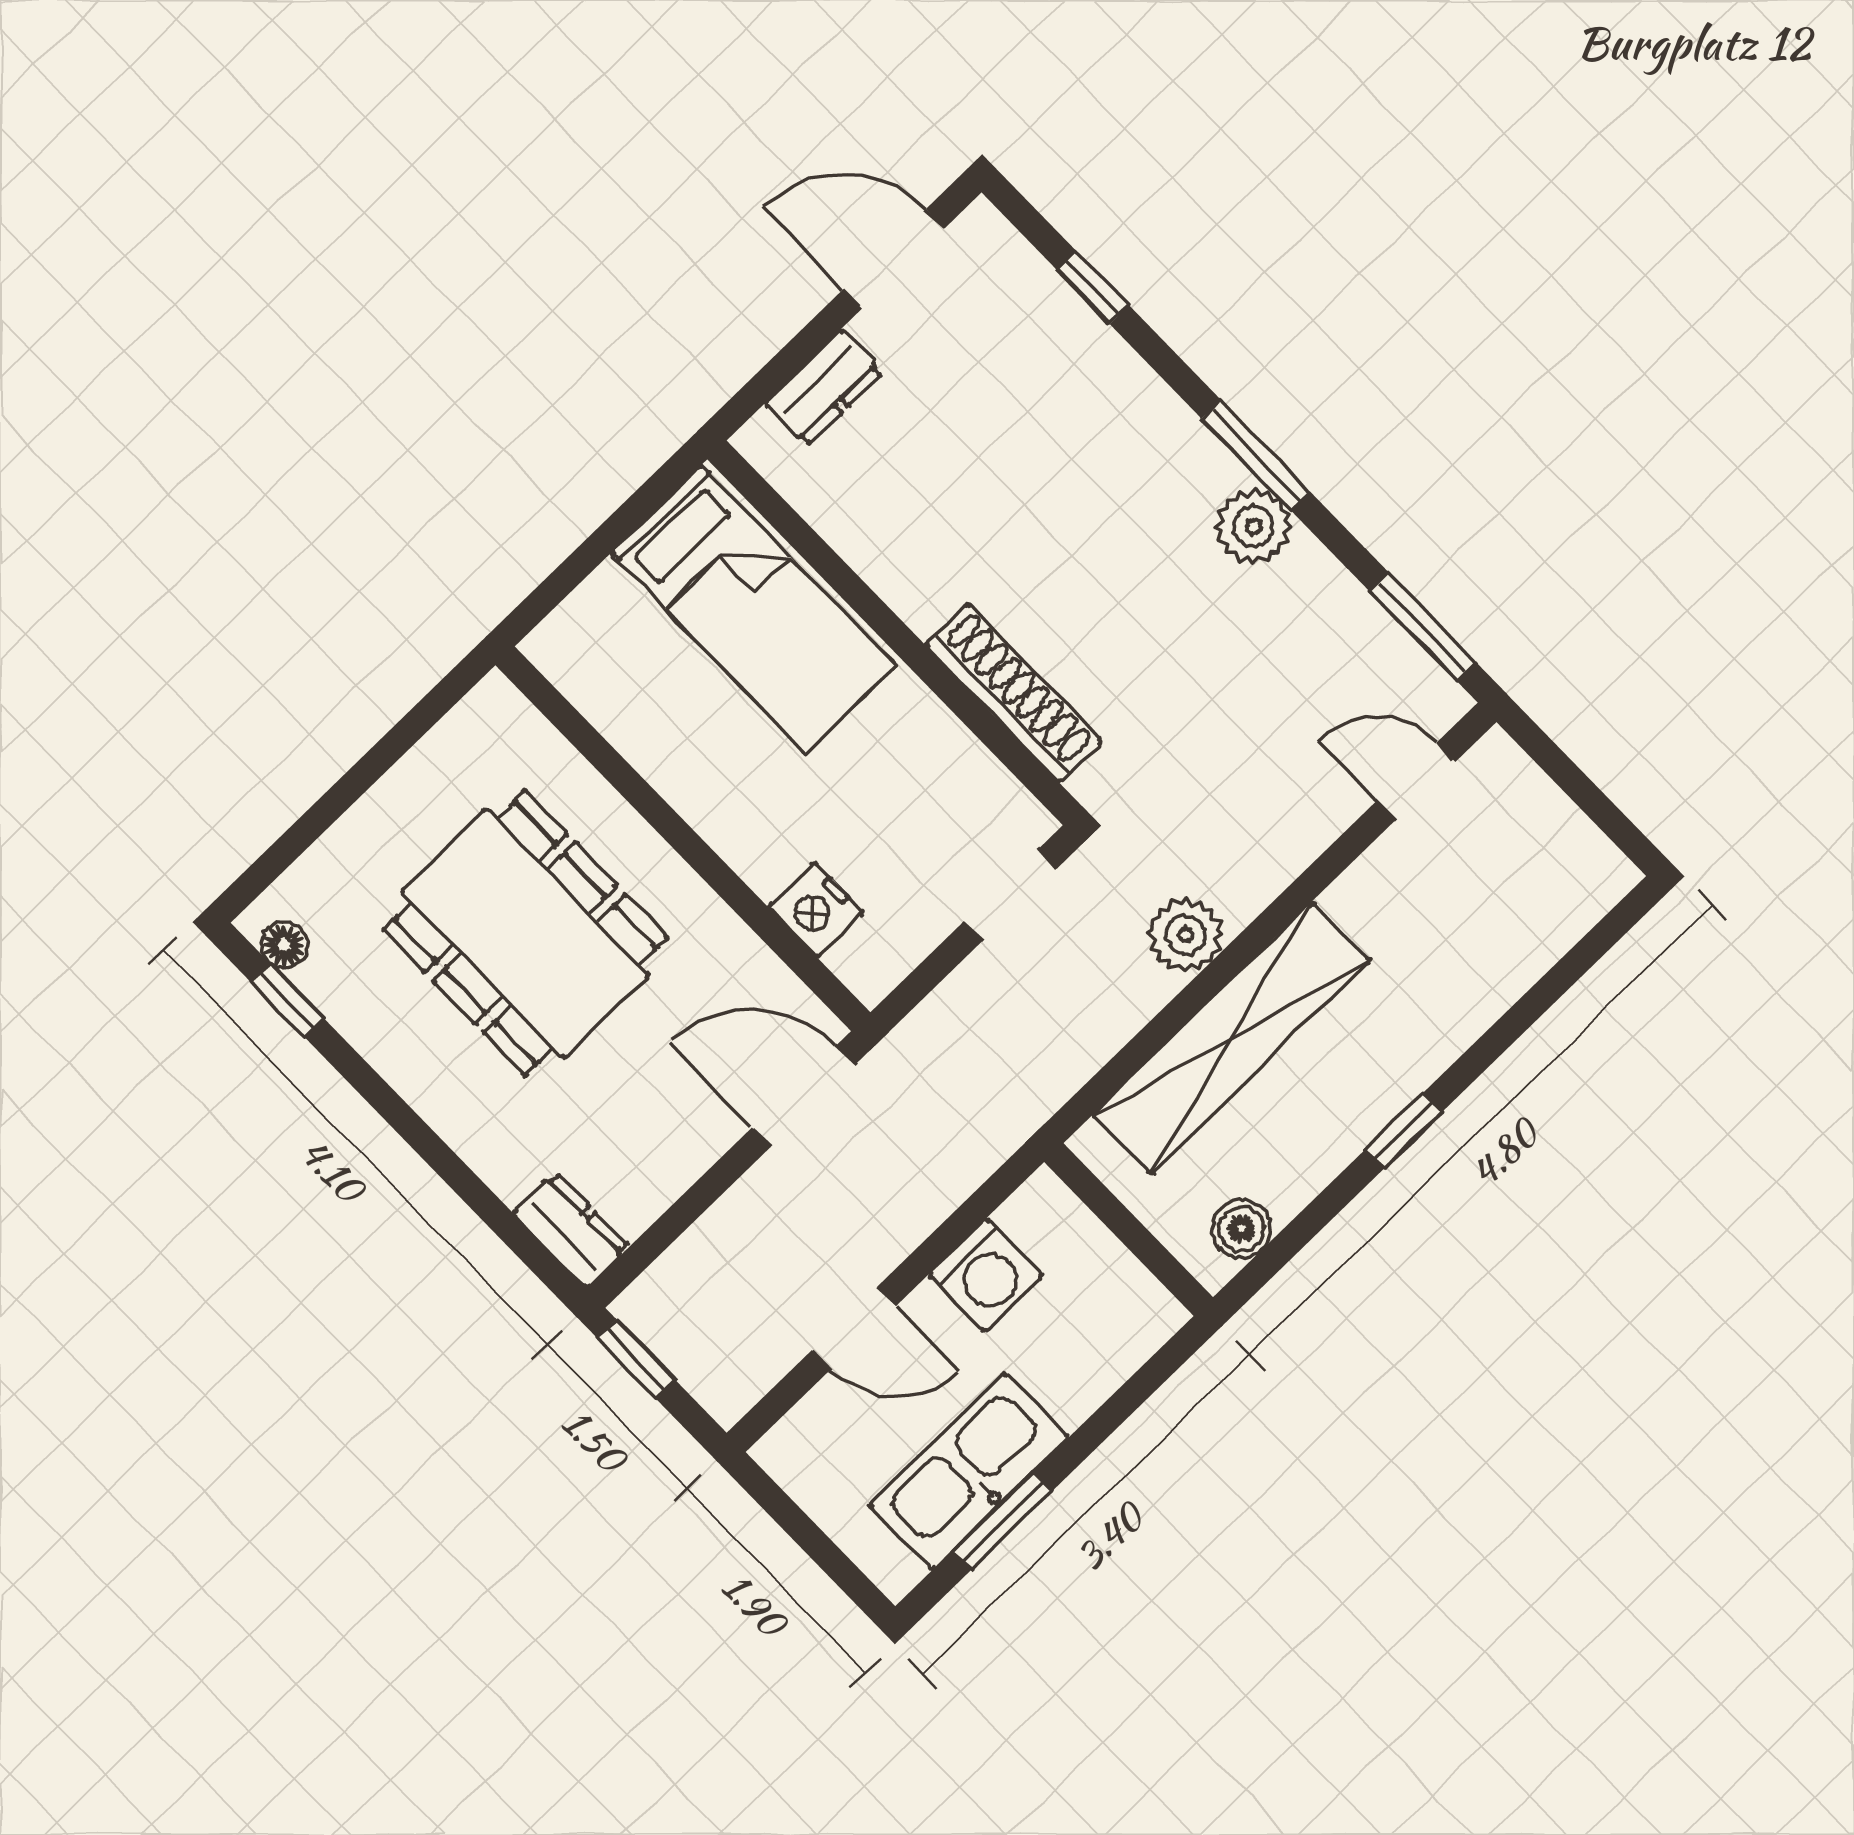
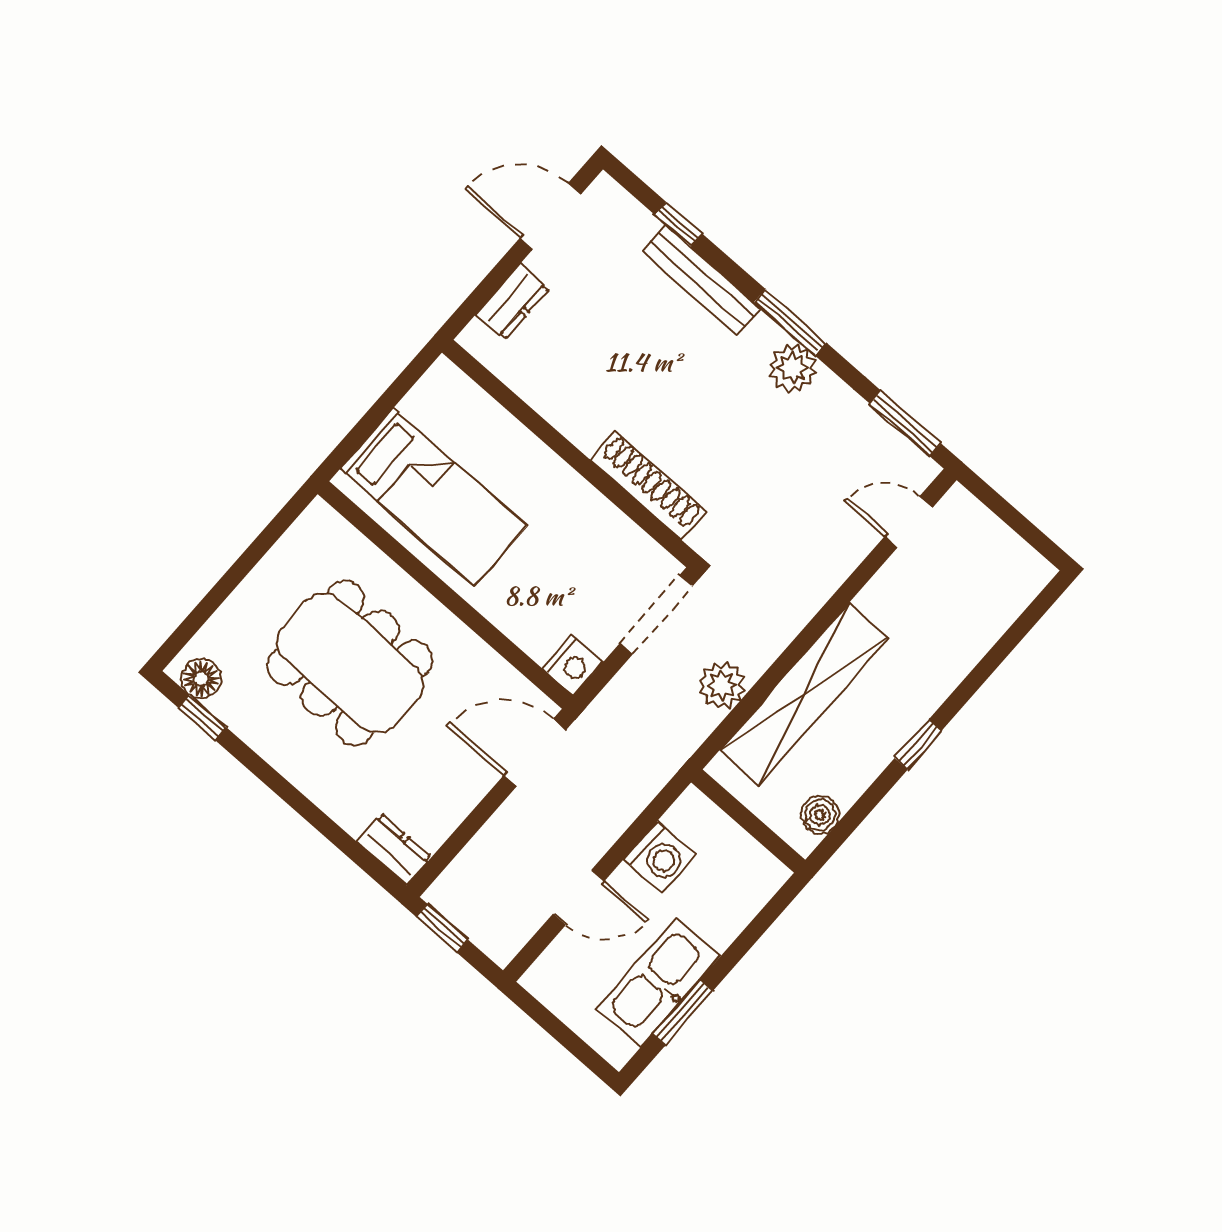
bench: (1122, 377) -> (702, 280), added
bed: (753, 609) -> (433, 497), moved
doorway: (1010, 895) -> (656, 614), width x1.38
nightstand: (816, 910) -> (573, 665), moved, turned -90
plant: (1186, 935) -> (722, 685), moved
floor lamp: (284, 945) -> (201, 679), width x1.37, depth x1.37

